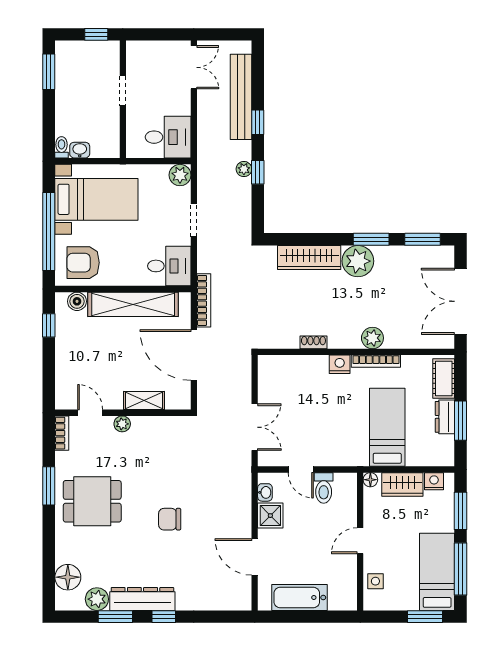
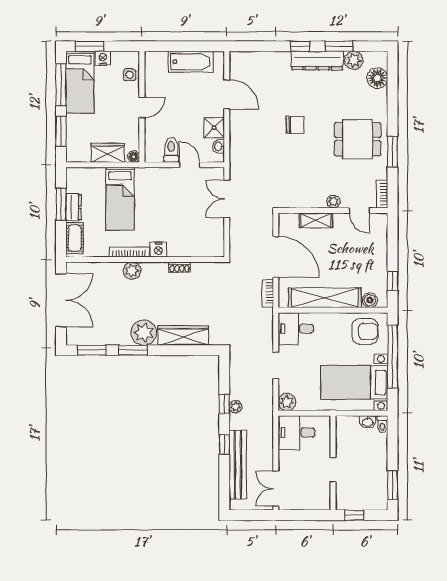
bookcase: (204, 300) -> (268, 293), width x0.64
nightstand: (434, 481) -> (103, 58), moved, turned 180

